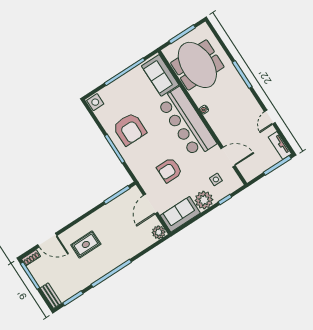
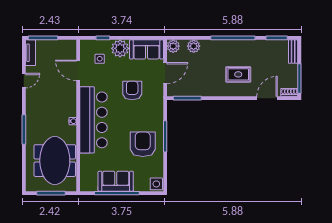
sofa: (160, 75) -> (116, 181), moved, turned -90
armchair: (169, 170) -> (132, 91), turned -90
door: (47, 240) -> (267, 98), hinge flipped
plant: (141, 244) -> (194, 46), added

